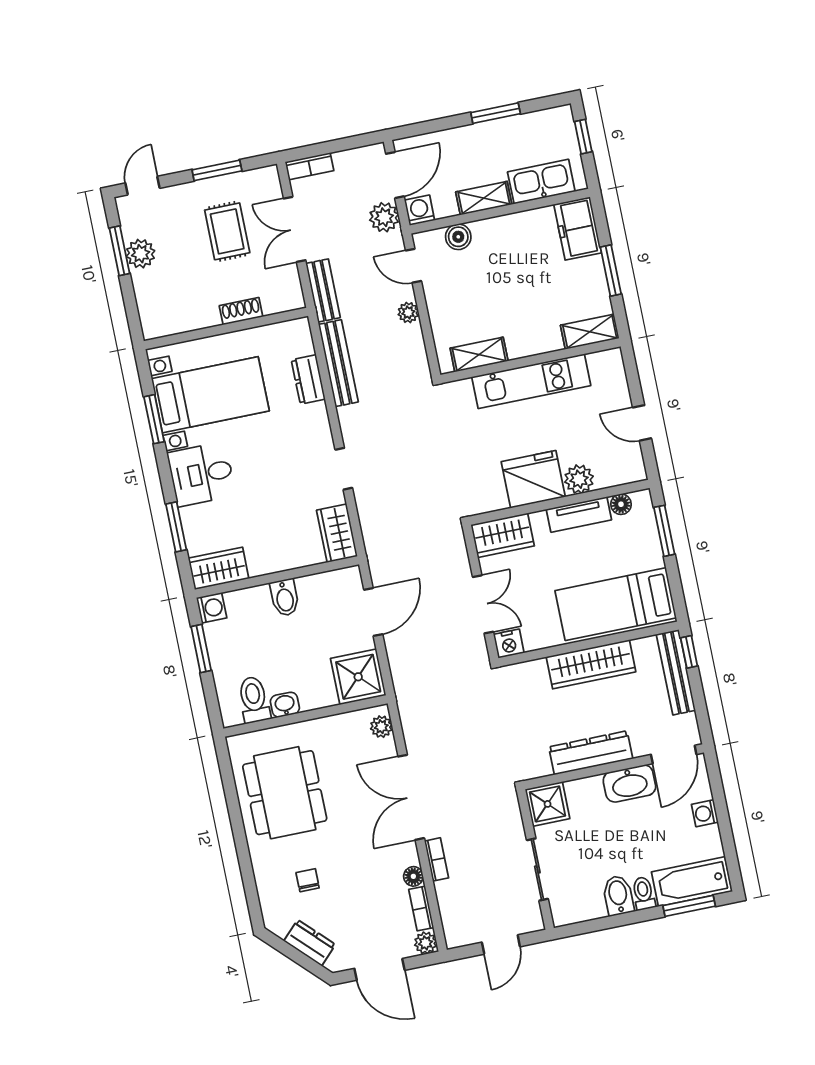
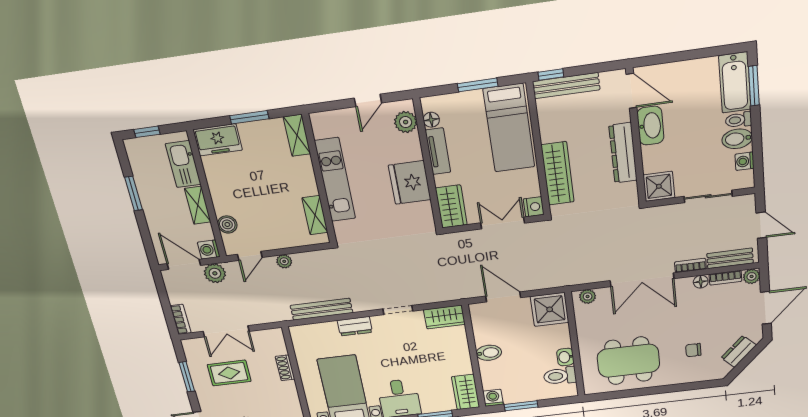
bench: (323, 291) -> (730, 258), moved
dresser: (308, 379) -> (355, 326), moved
plant: (579, 479) -> (406, 122), moved
window: (664, 531) -> (478, 85), moved
wardrobe: (591, 664) -> (558, 173), moved
washing machine: (705, 813) -> (745, 161), moved, turned 90

